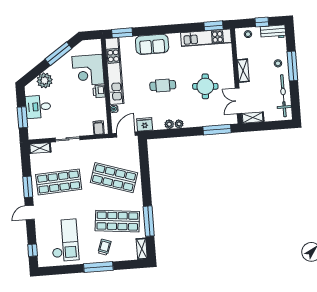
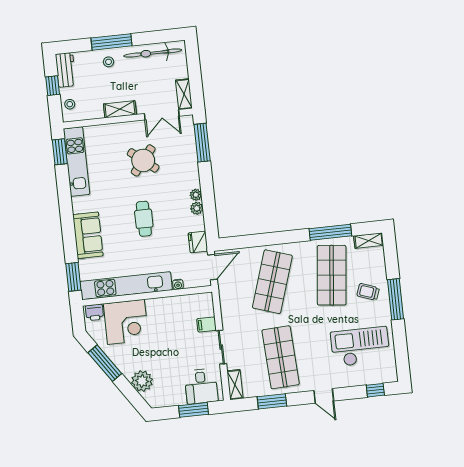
round table: (205, 86) -> (143, 160), turned 35
printer: (99, 91) -> (94, 312), moved
desk: (38, 107) -> (201, 386), moved
filing cabinet: (99, 128) -> (207, 324), moved
door: (126, 134) -> (213, 267), swing flipped
window: (28, 187) -> (272, 401), moved

